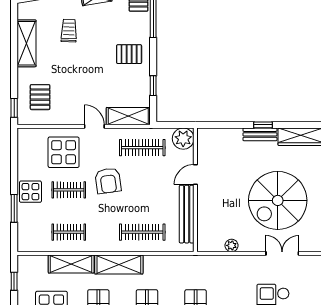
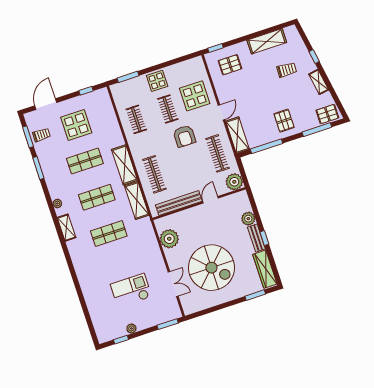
window: (153, 86) -> (266, 146), width x2.17
plant: (233, 136) -> (248, 219), added
door: (195, 175) -> (211, 200), hinge flipped
armchair: (108, 181) -> (184, 136), turned -82
spiral stairs: (278, 200) -> (211, 268), turned 180
window: (14, 208) -> (128, 77), moved
plant: (232, 245) -> (169, 239), width x1.88, depth x1.88
shelving: (71, 264) -> (137, 200), moved

